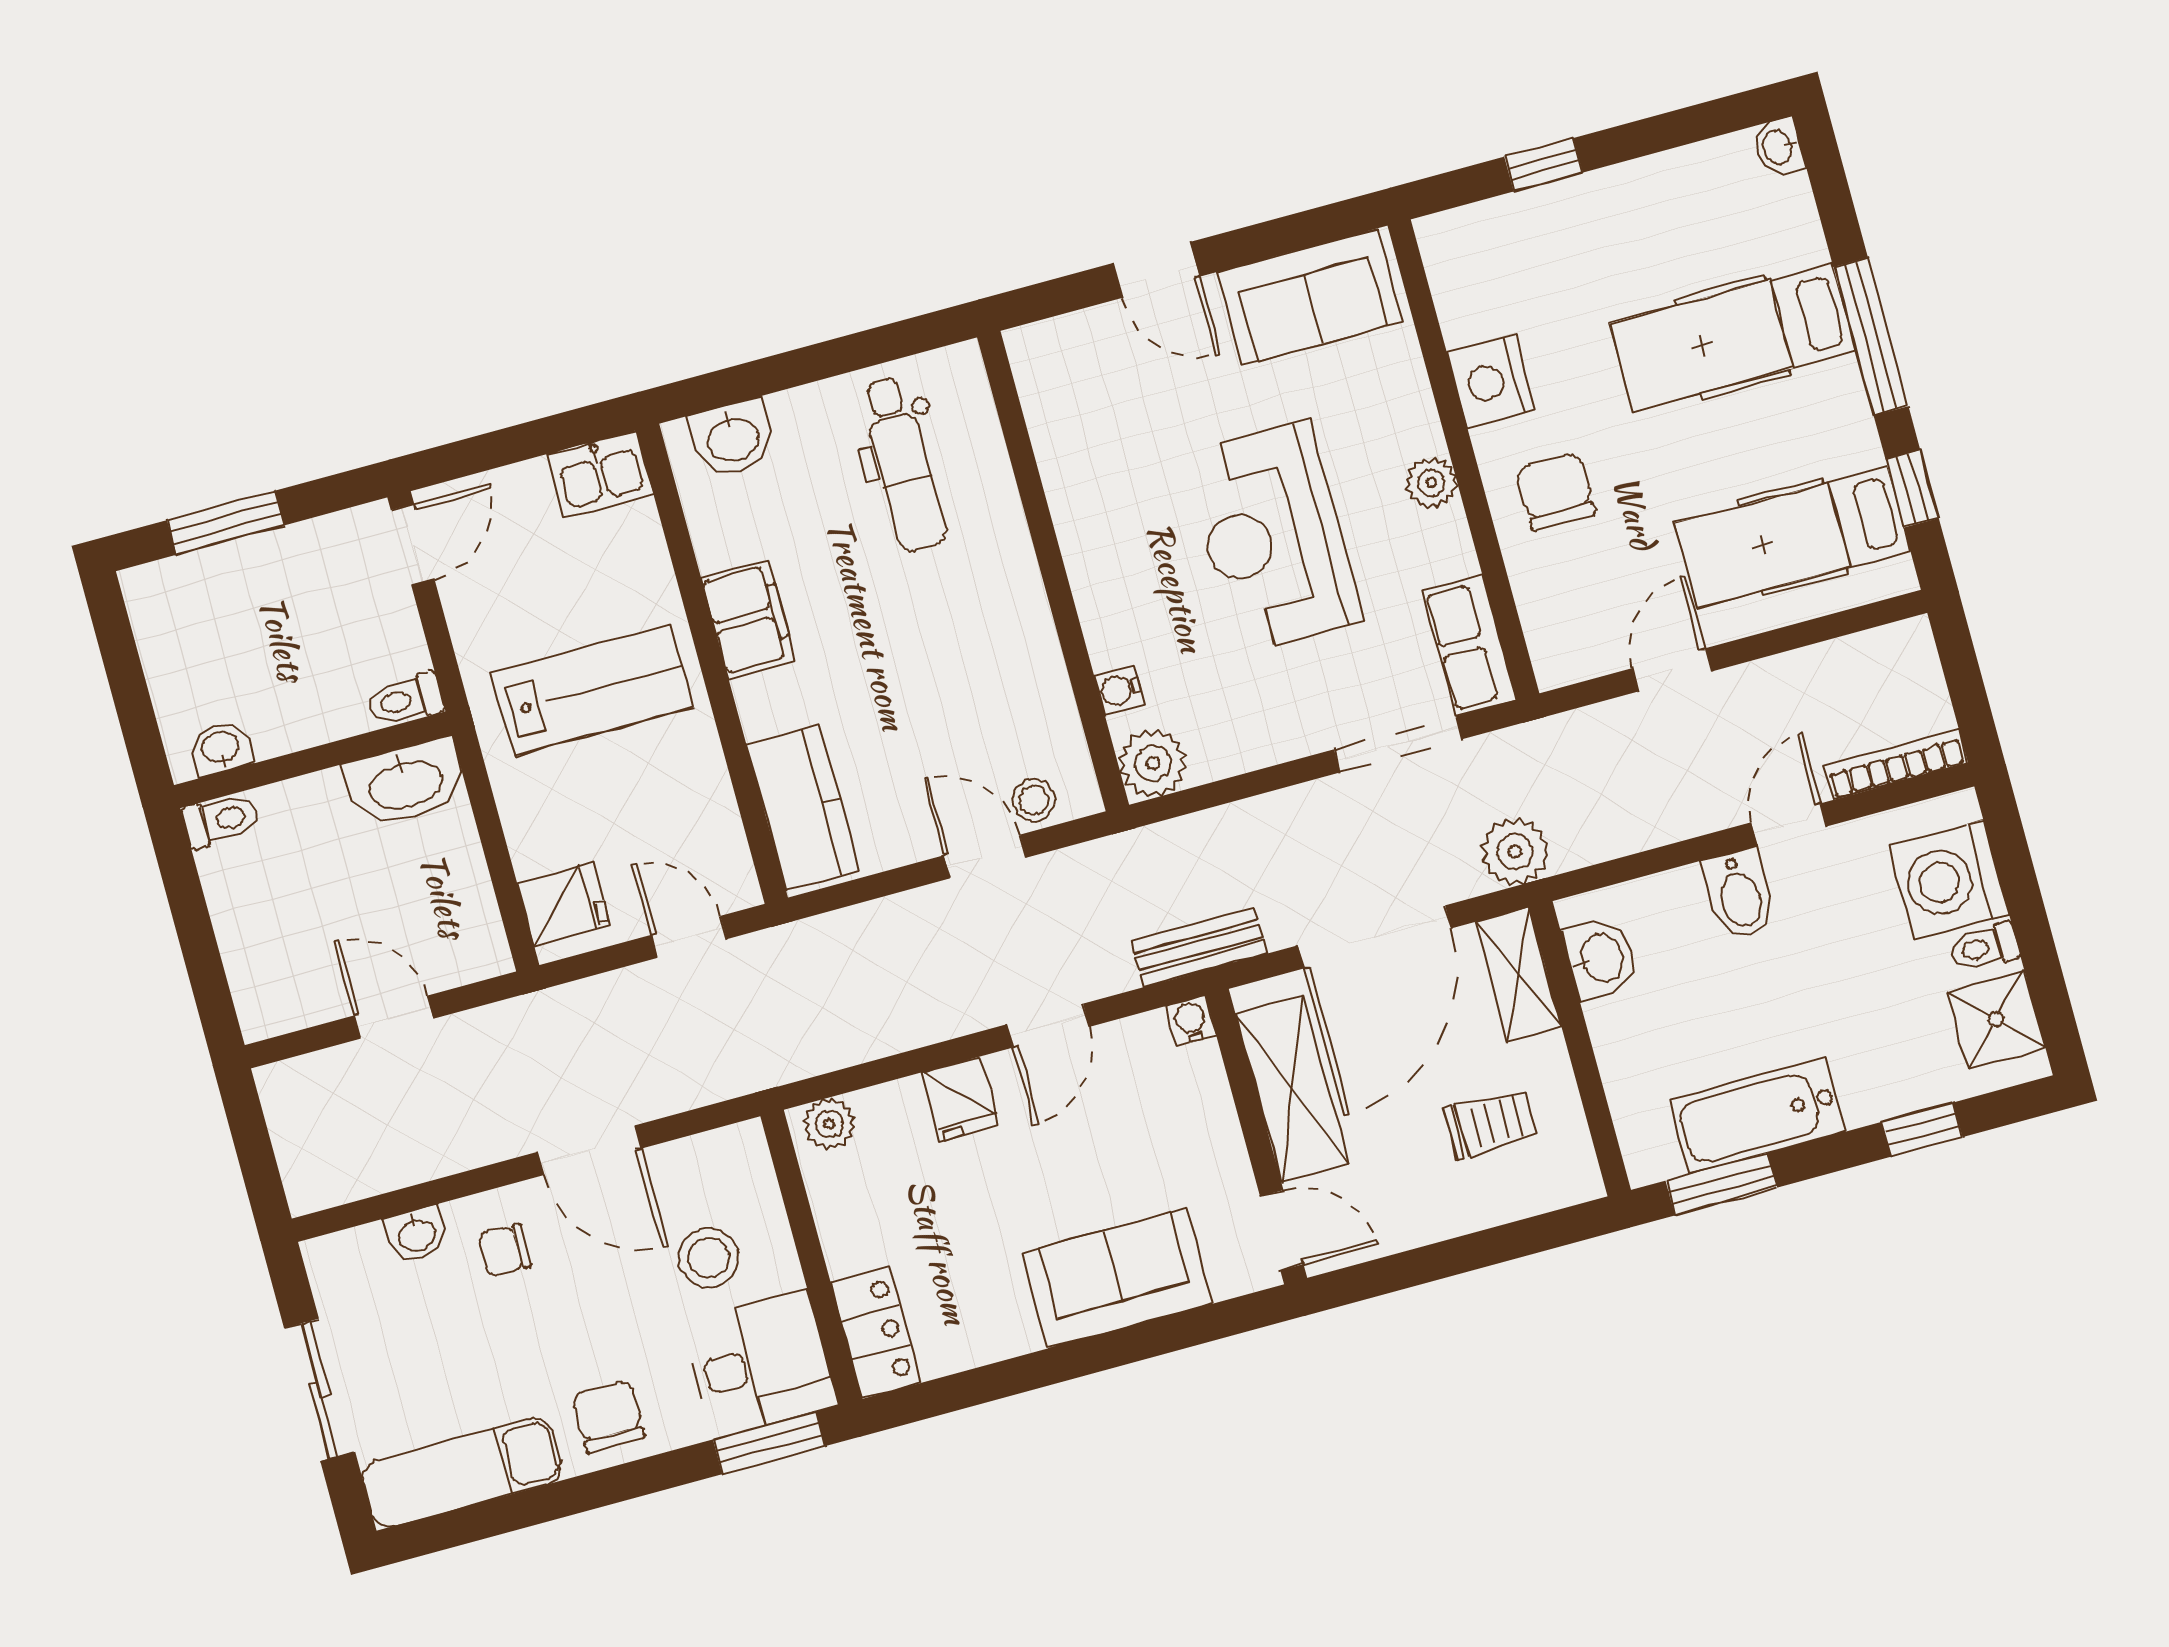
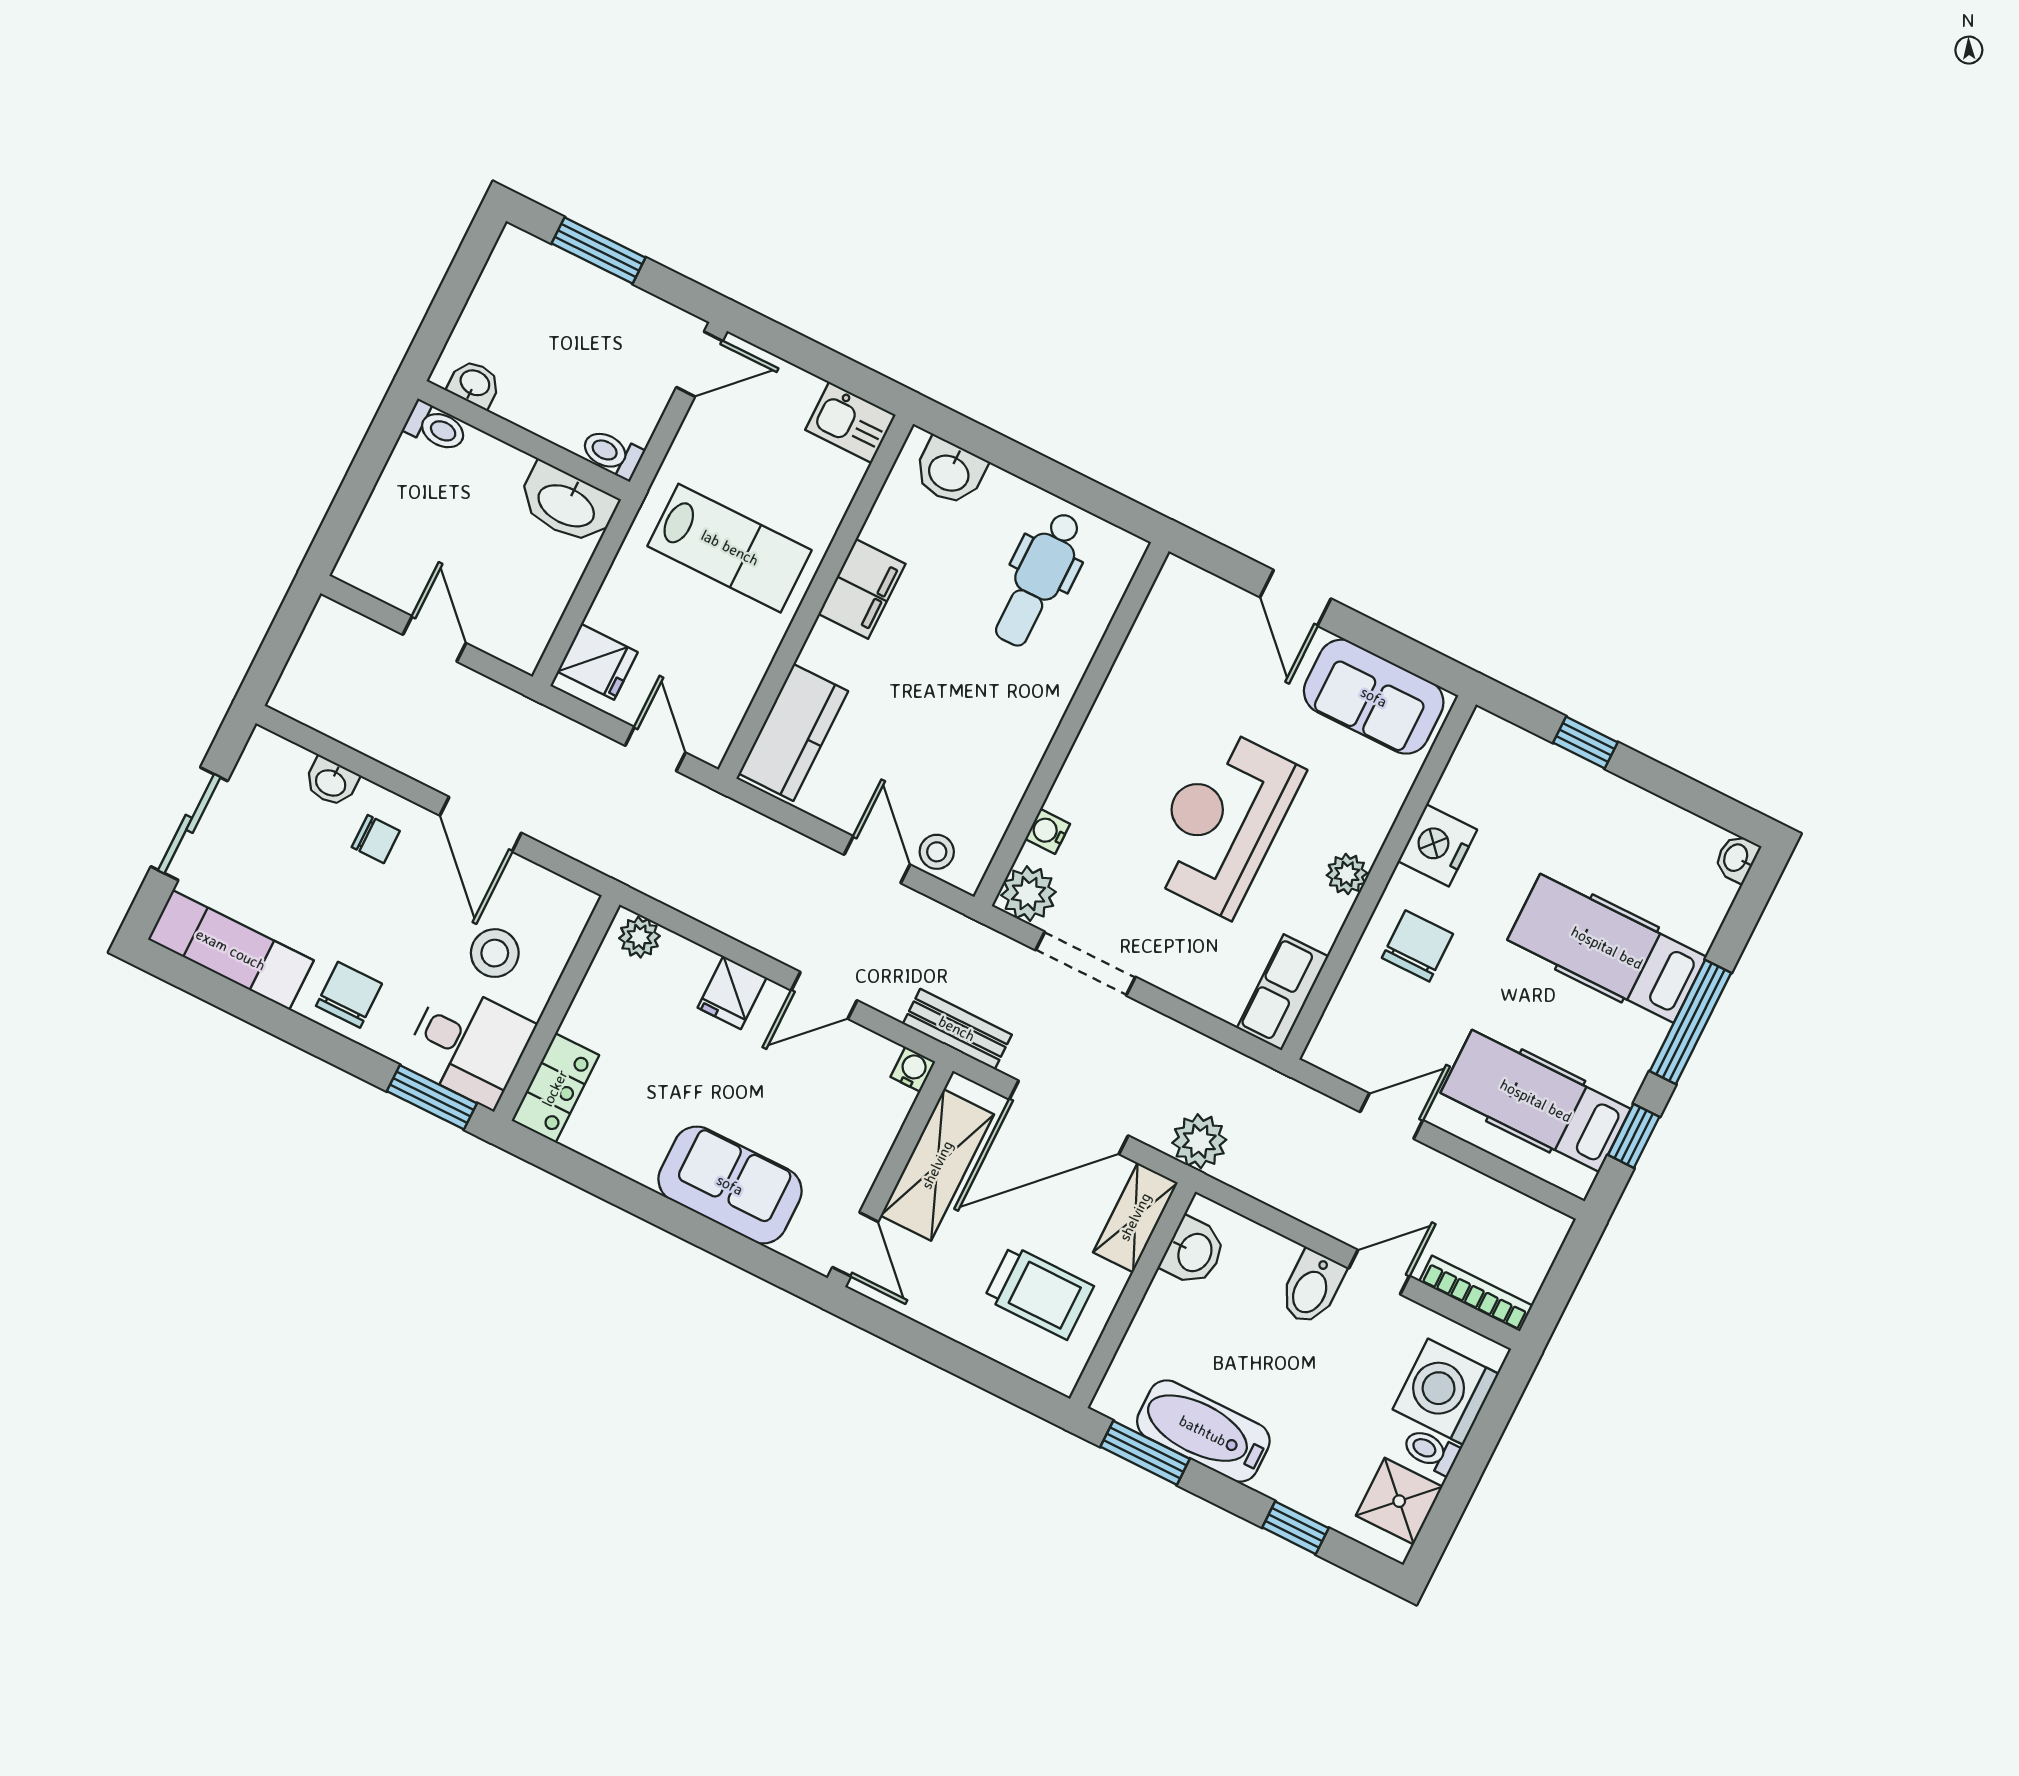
doorway: (1398, 744) -> (1086, 964), moved
trolley: (1491, 1123) -> (1039, 1292), width x1.36, depth x1.39
chair: (505, 1250) -> (376, 839), turned 180

